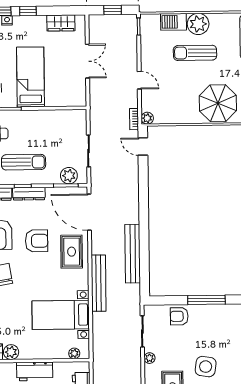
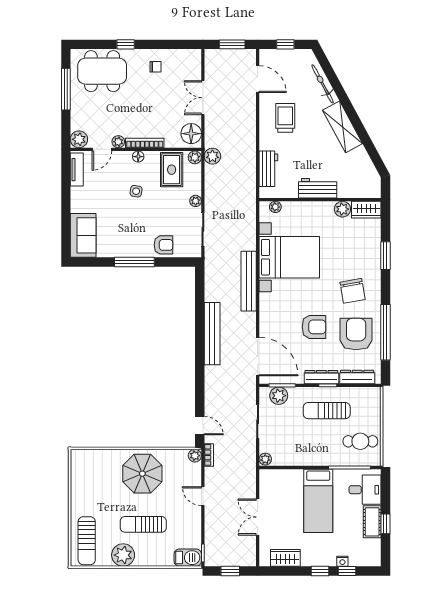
barbecue: (173, 22) -> (188, 558), moved
plant: (198, 24) -> (123, 555), moved
sun lounger: (195, 53) -> (143, 524), turned 180
parasol: (218, 103) -> (142, 474), moved
plant: (81, 116) -> (265, 459), added
armchair: (37, 241) -> (314, 327), turned 180
rug: (72, 252) -> (277, 315), removed
bench: (133, 254) -> (212, 334), moved
bed with nightstands: (61, 315) -> (289, 257), width x1.36
side table: (206, 367) -> (136, 191), width x0.54, depth x0.54

